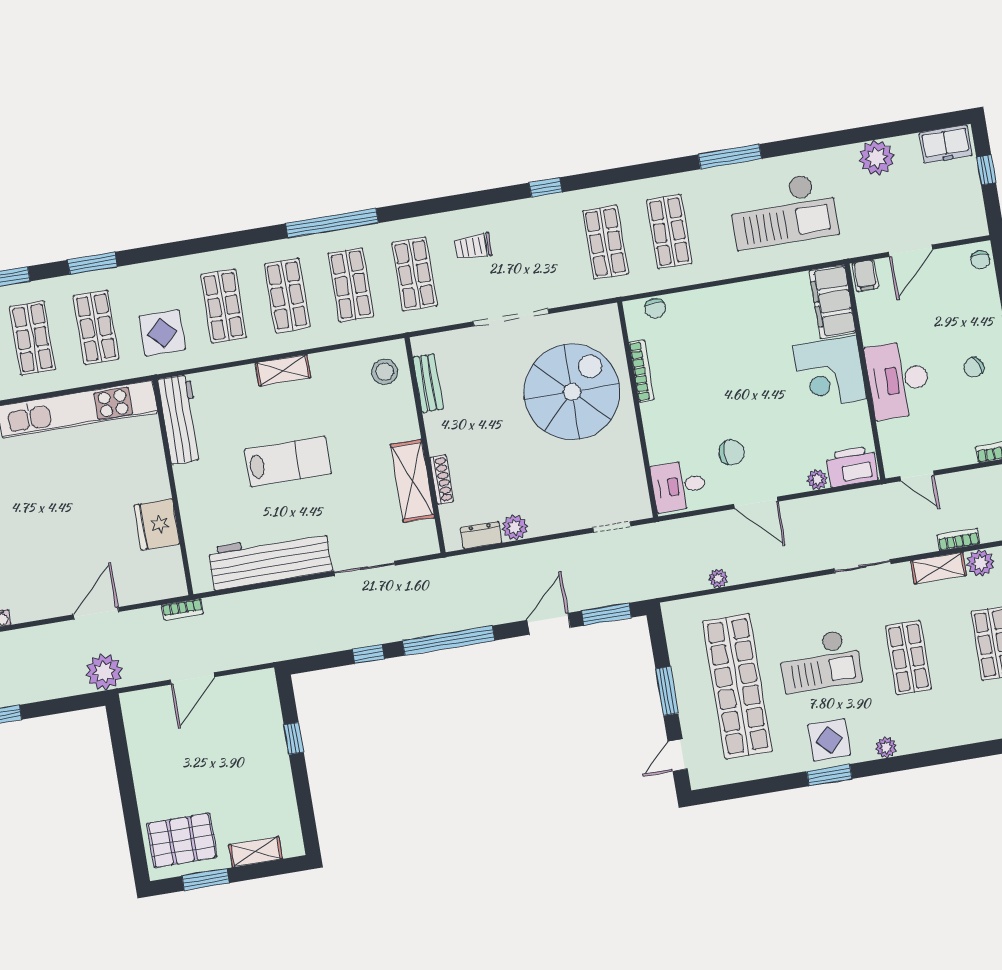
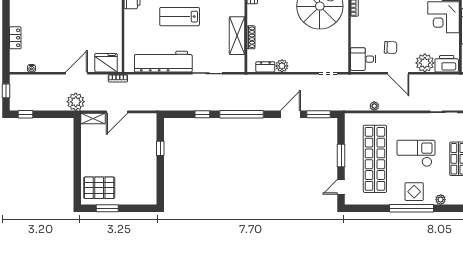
lab bench: (288, 462) -> (180, 17), turned 180
plant: (817, 480) -> (425, 63), width x1.87, depth x1.87
fridge: (157, 525) -> (106, 63), moved, turned 90
checkout: (820, 661) -> (416, 153), turned 180
window: (829, 775) -> (411, 208), width x2.11
shelving: (256, 852) -> (93, 119), moved

